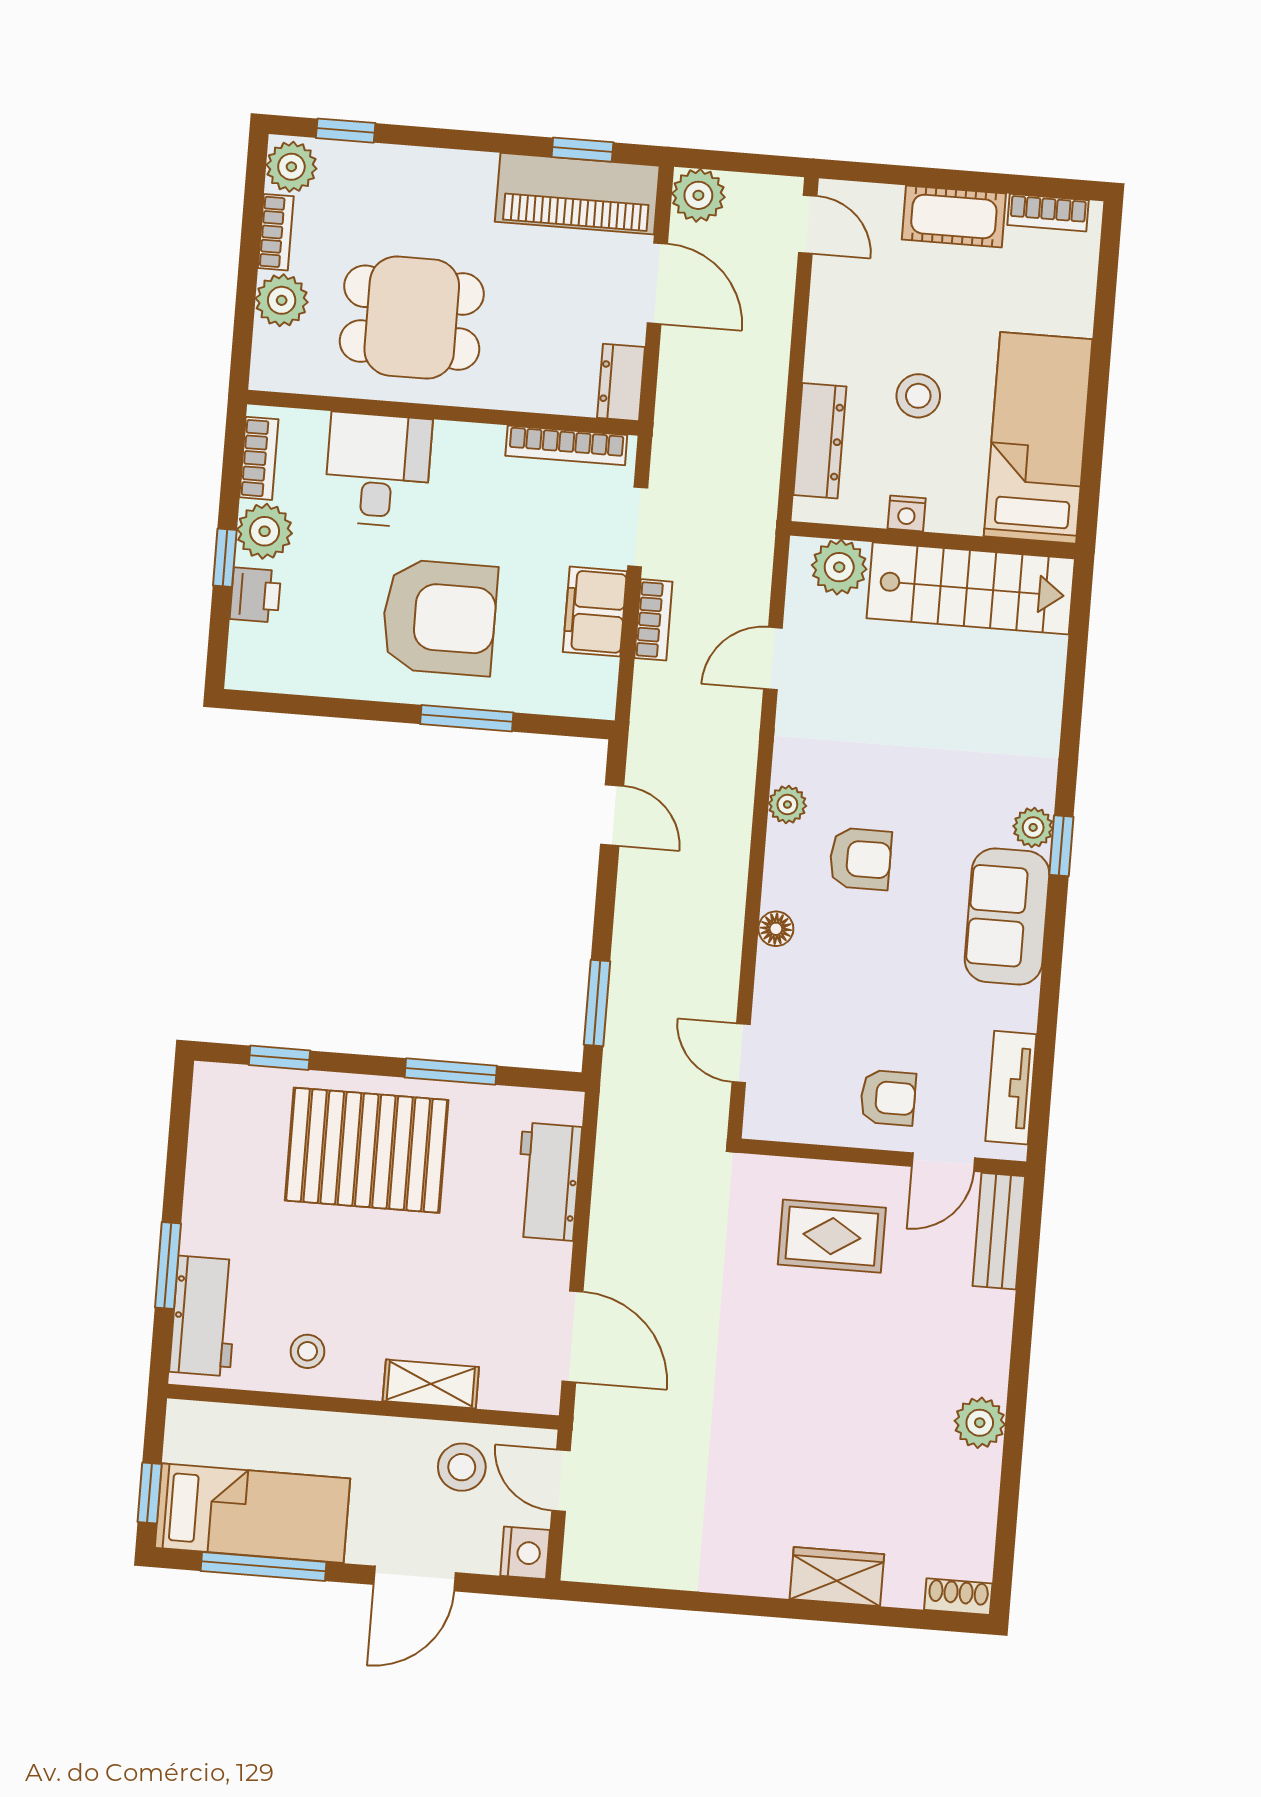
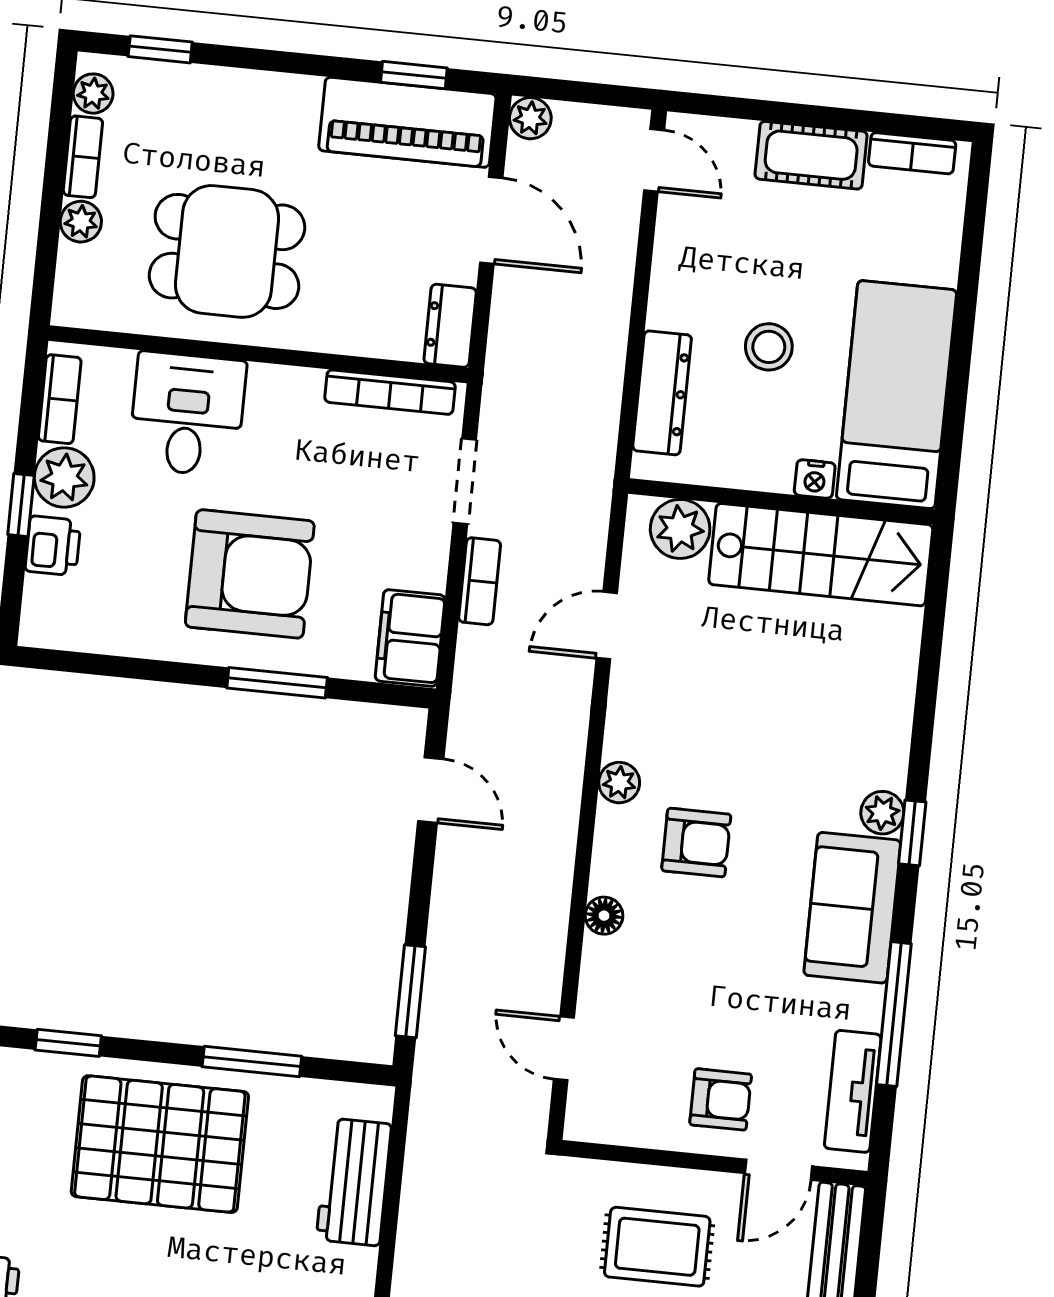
plant: (291, 167) -> (93, 94), width x0.73, depth x0.73
plant: (698, 195) -> (530, 118), width x0.73, depth x0.73
plant: (282, 300) -> (81, 222), width x0.73, depth x0.73
nightstand: (907, 513) -> (815, 479), moved
filing cabinet: (595, 612) -> (410, 638), moved
window: (1048, 1015) -> (894, 1014), added

